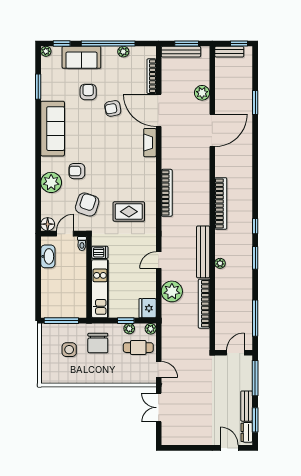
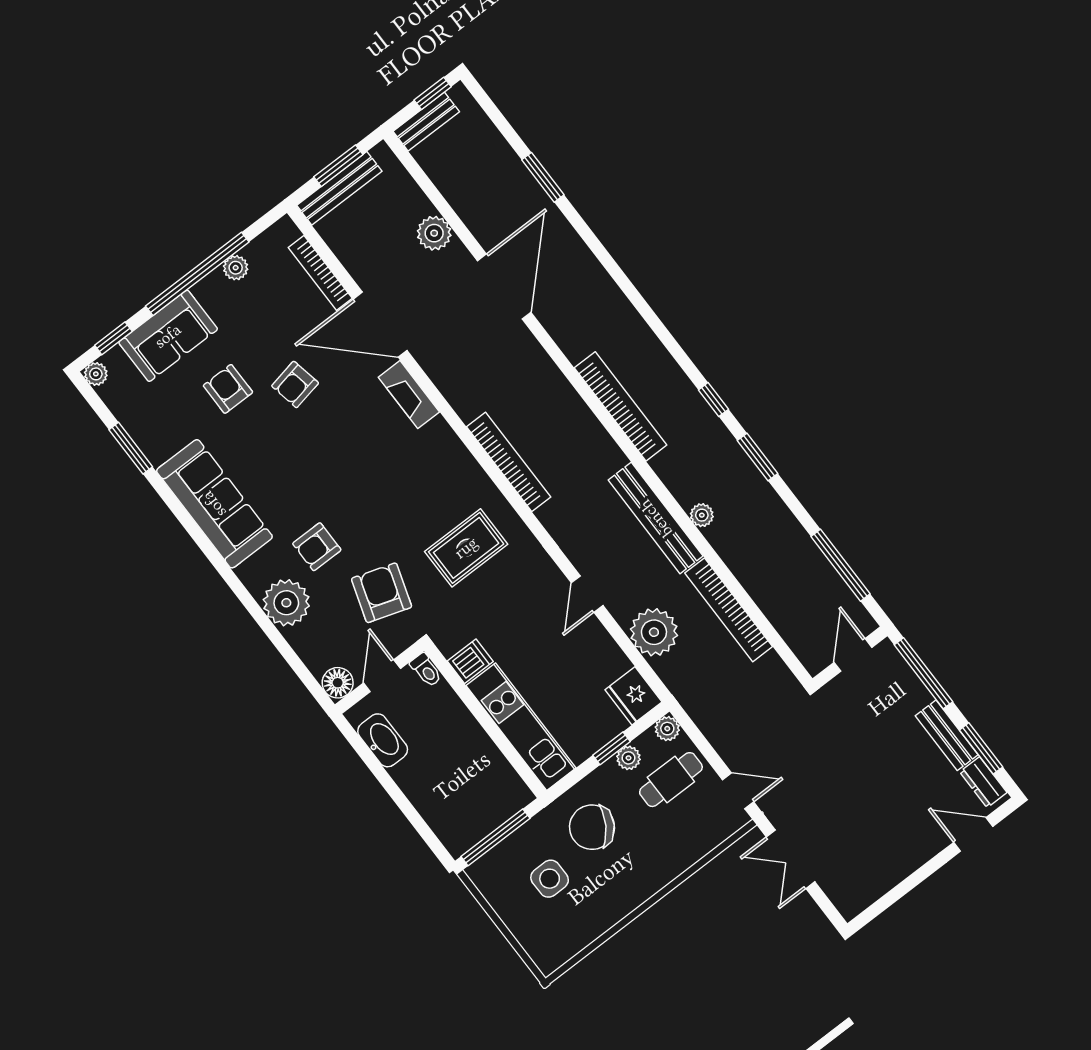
chair: (98, 343) -> (592, 827), turned 122

